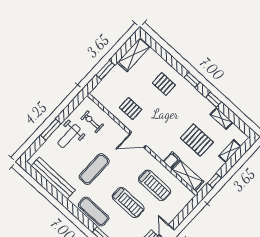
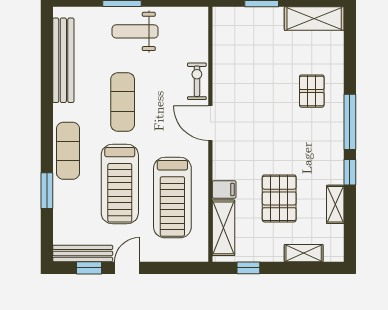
window: (192, 80) -> (350, 122), width x2.17
pallet: (131, 109) -> (242, 77), removed
exercise bike: (92, 122) -> (197, 81), moved
exercise mat: (94, 169) -> (123, 102), turned 90
treadmill: (155, 185) -> (172, 198), width x1.37, depth x1.38
treadmill: (128, 202) -> (120, 184), width x1.37, depth x1.38

